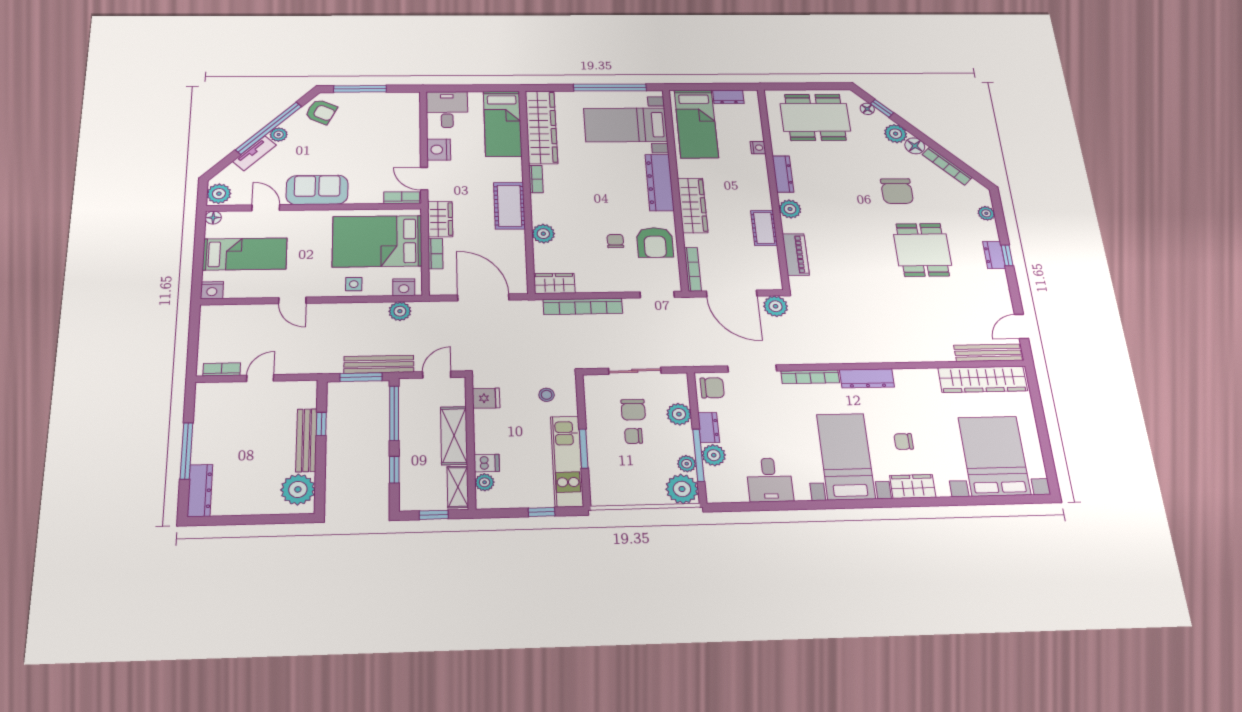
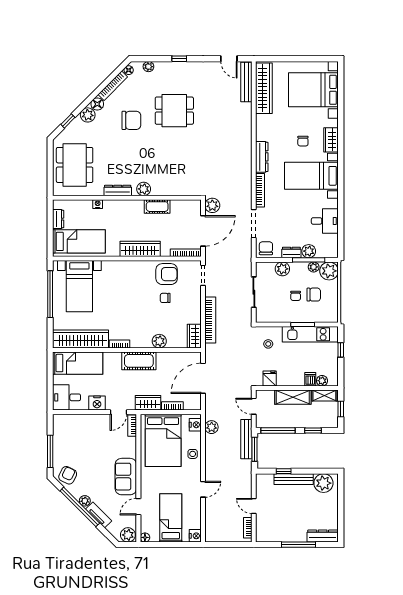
floor lamp: (867, 109) -> (129, 70), moved
dresser: (660, 182) -> (123, 268), removed
piano: (796, 254) -> (176, 189), removed
dresser: (994, 255) -> (179, 67), removed
chair: (633, 410) -> (314, 295), moved

